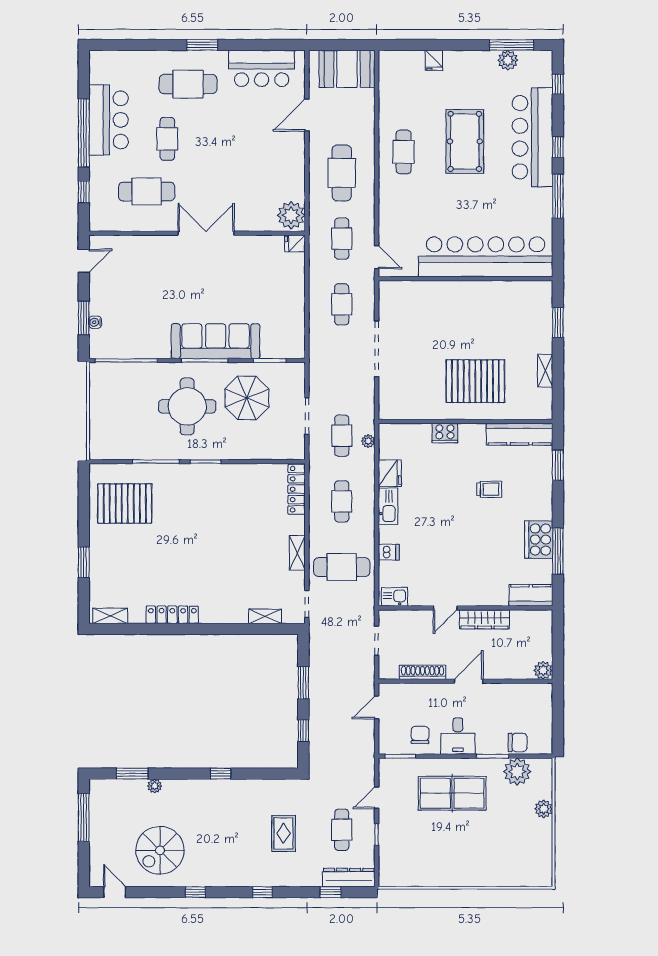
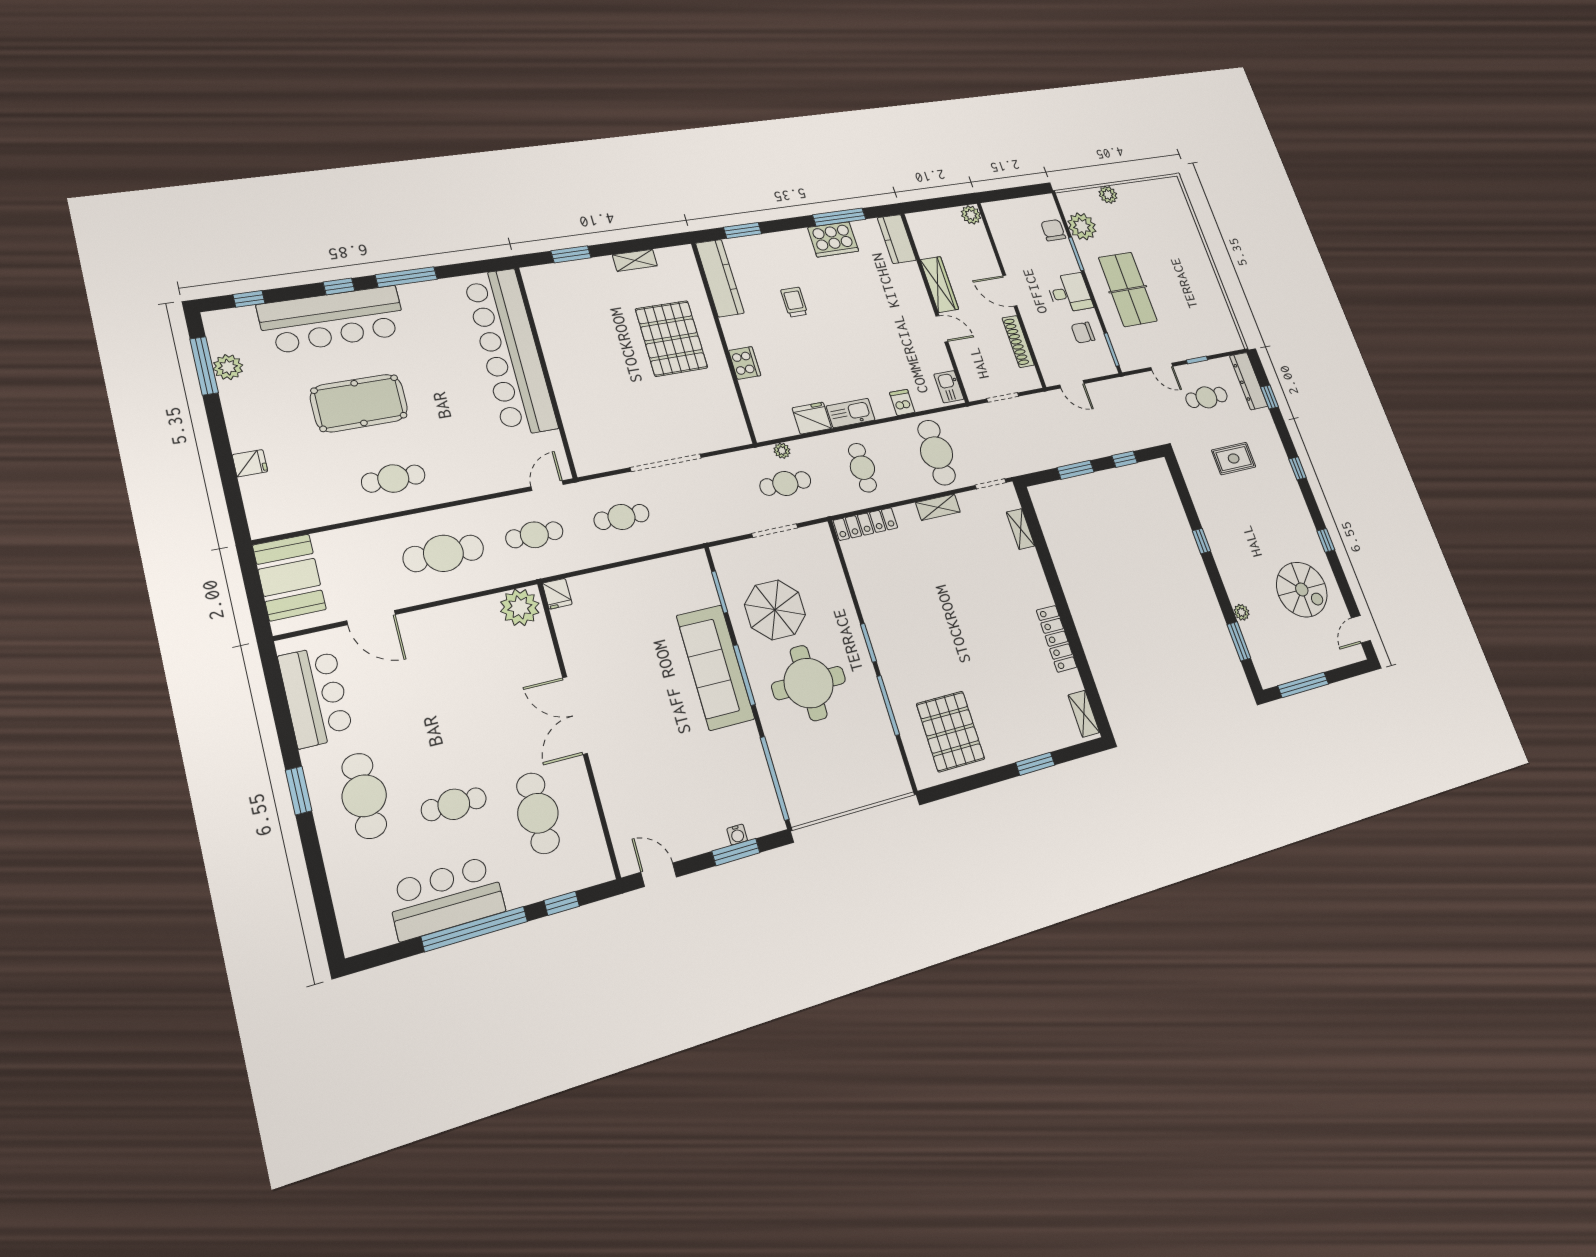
cafe table: (342, 501) -> (862, 468), turned 90

